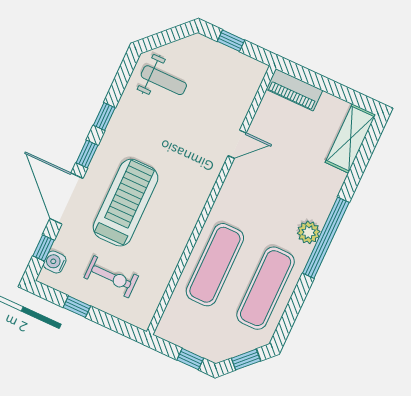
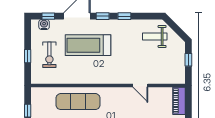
weight bench: (164, 80) -> (155, 36), turned 90
treadmill: (126, 203) -> (88, 45), turned 180
window: (77, 307) -> (28, 56), moved

